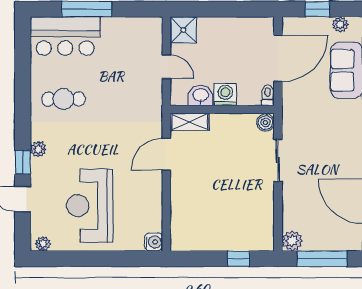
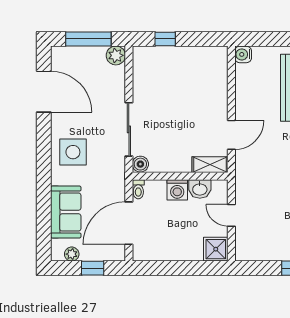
side table: (339, 136) -> (73, 152), added
sliding door: (278, 160) -> (129, 129), width x1.37

